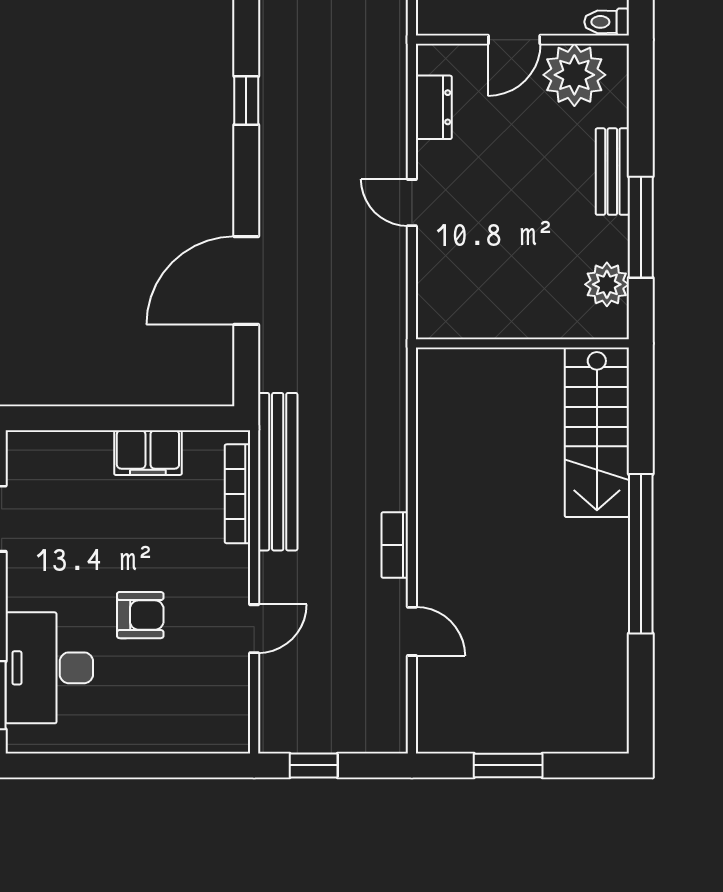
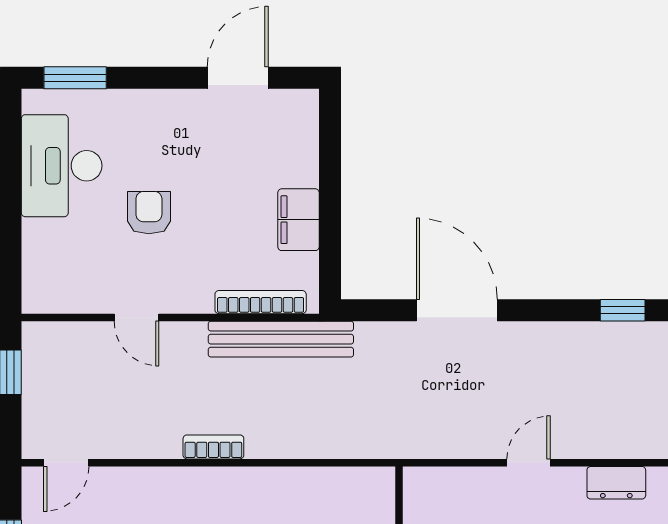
armchair: (140, 615) -> (149, 213), turned 180
door: (412, 631) -> (66, 463), moved
desk: (49, 668) -> (62, 166), moved, turned -90

